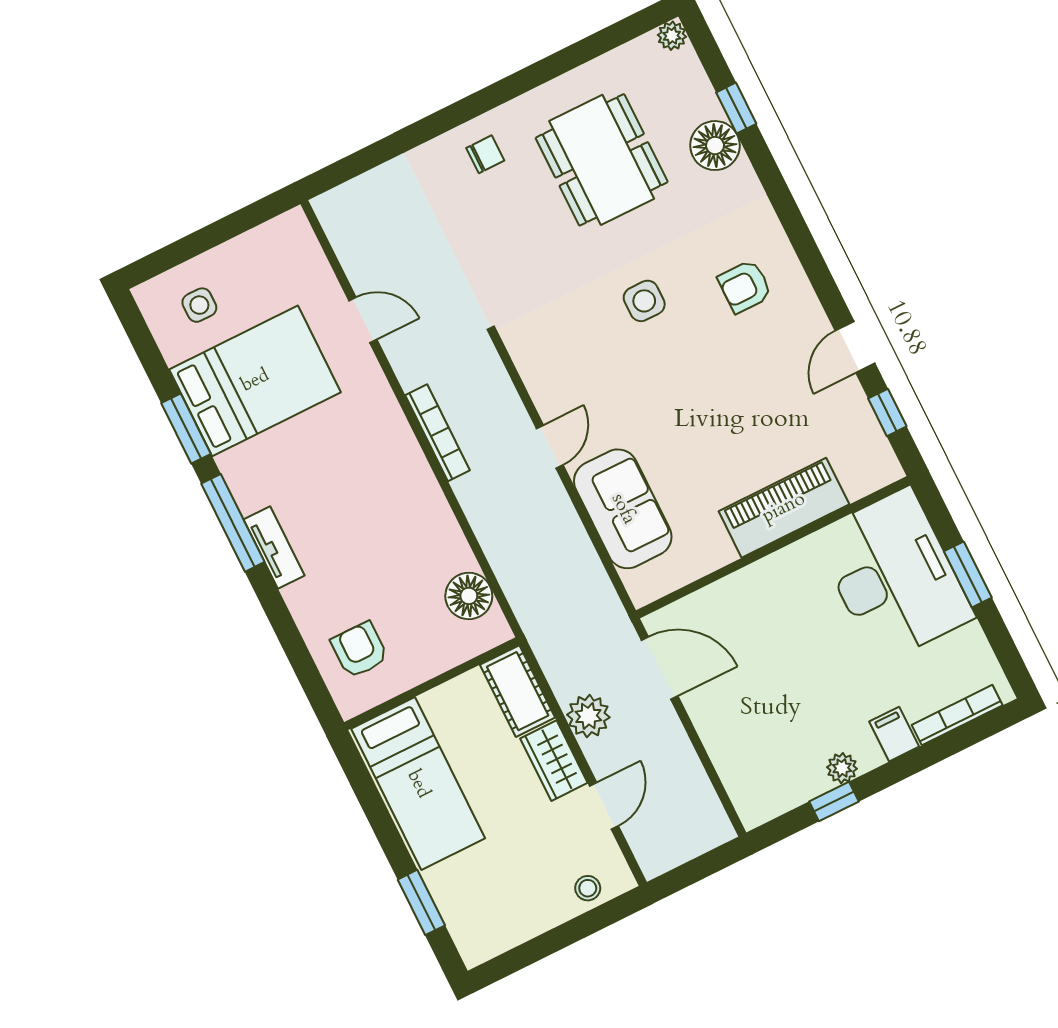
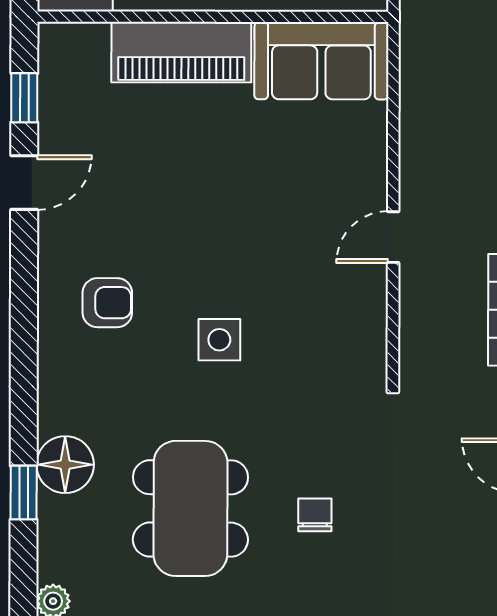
chair: (485, 154) -> (315, 515), moved, turned 90
sofa: (623, 509) -> (321, 61), moved, turned -90

